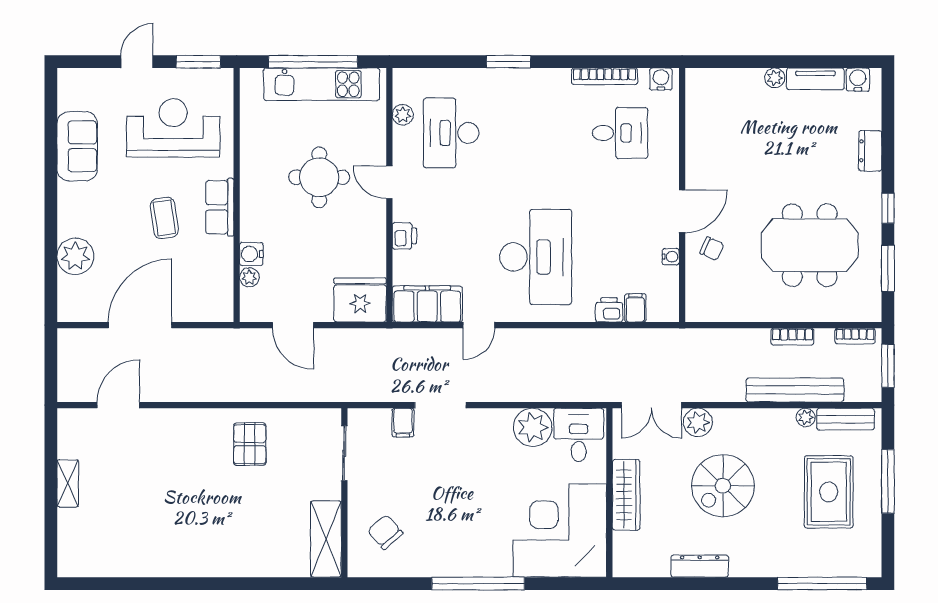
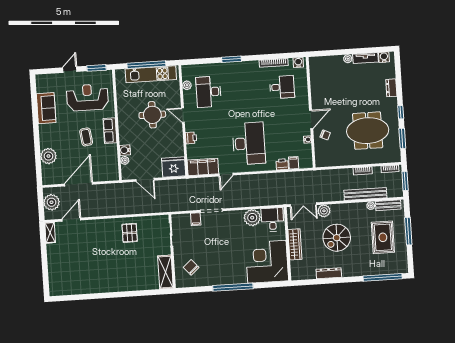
plant: (75, 362) -> (52, 202), added
shelving: (68, 483) -> (50, 233), moved

